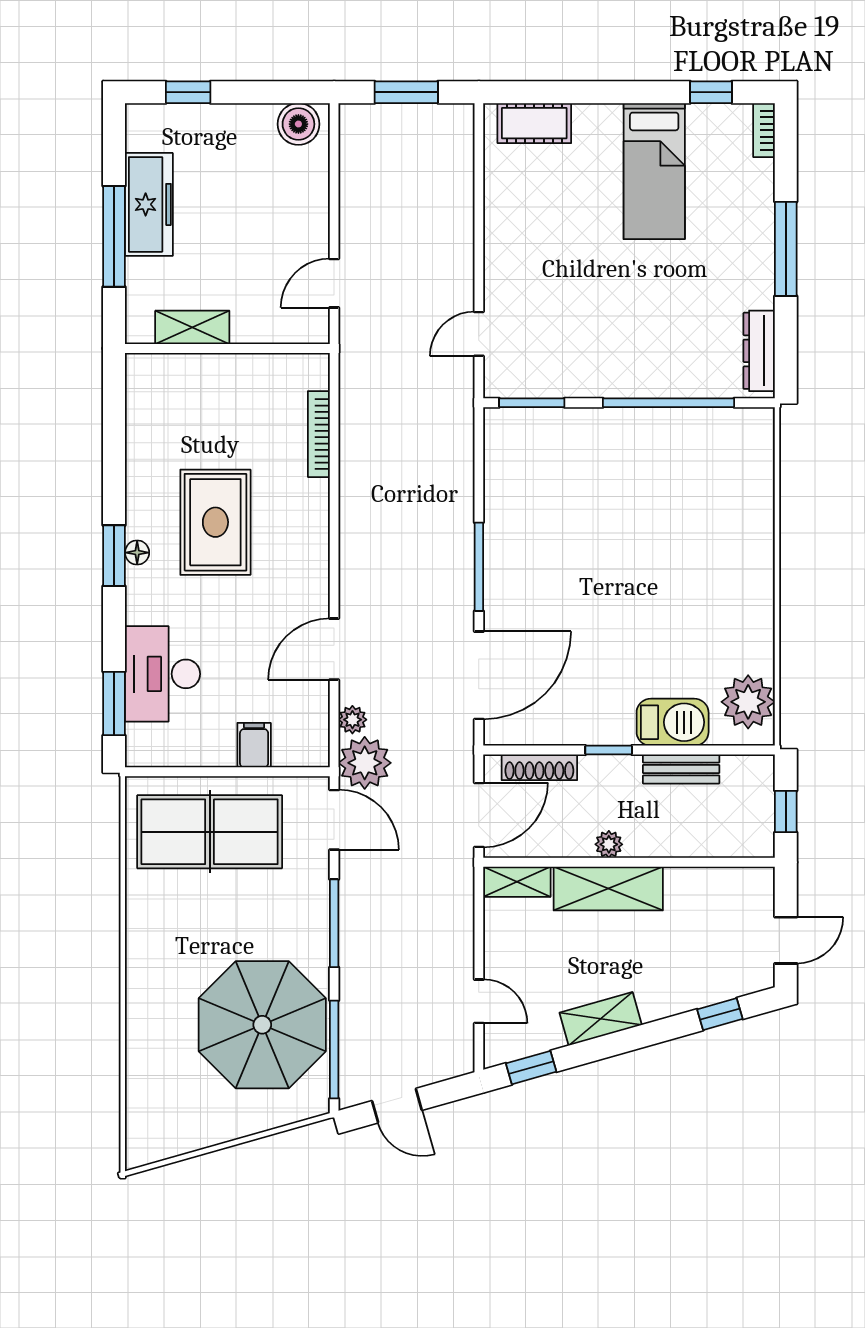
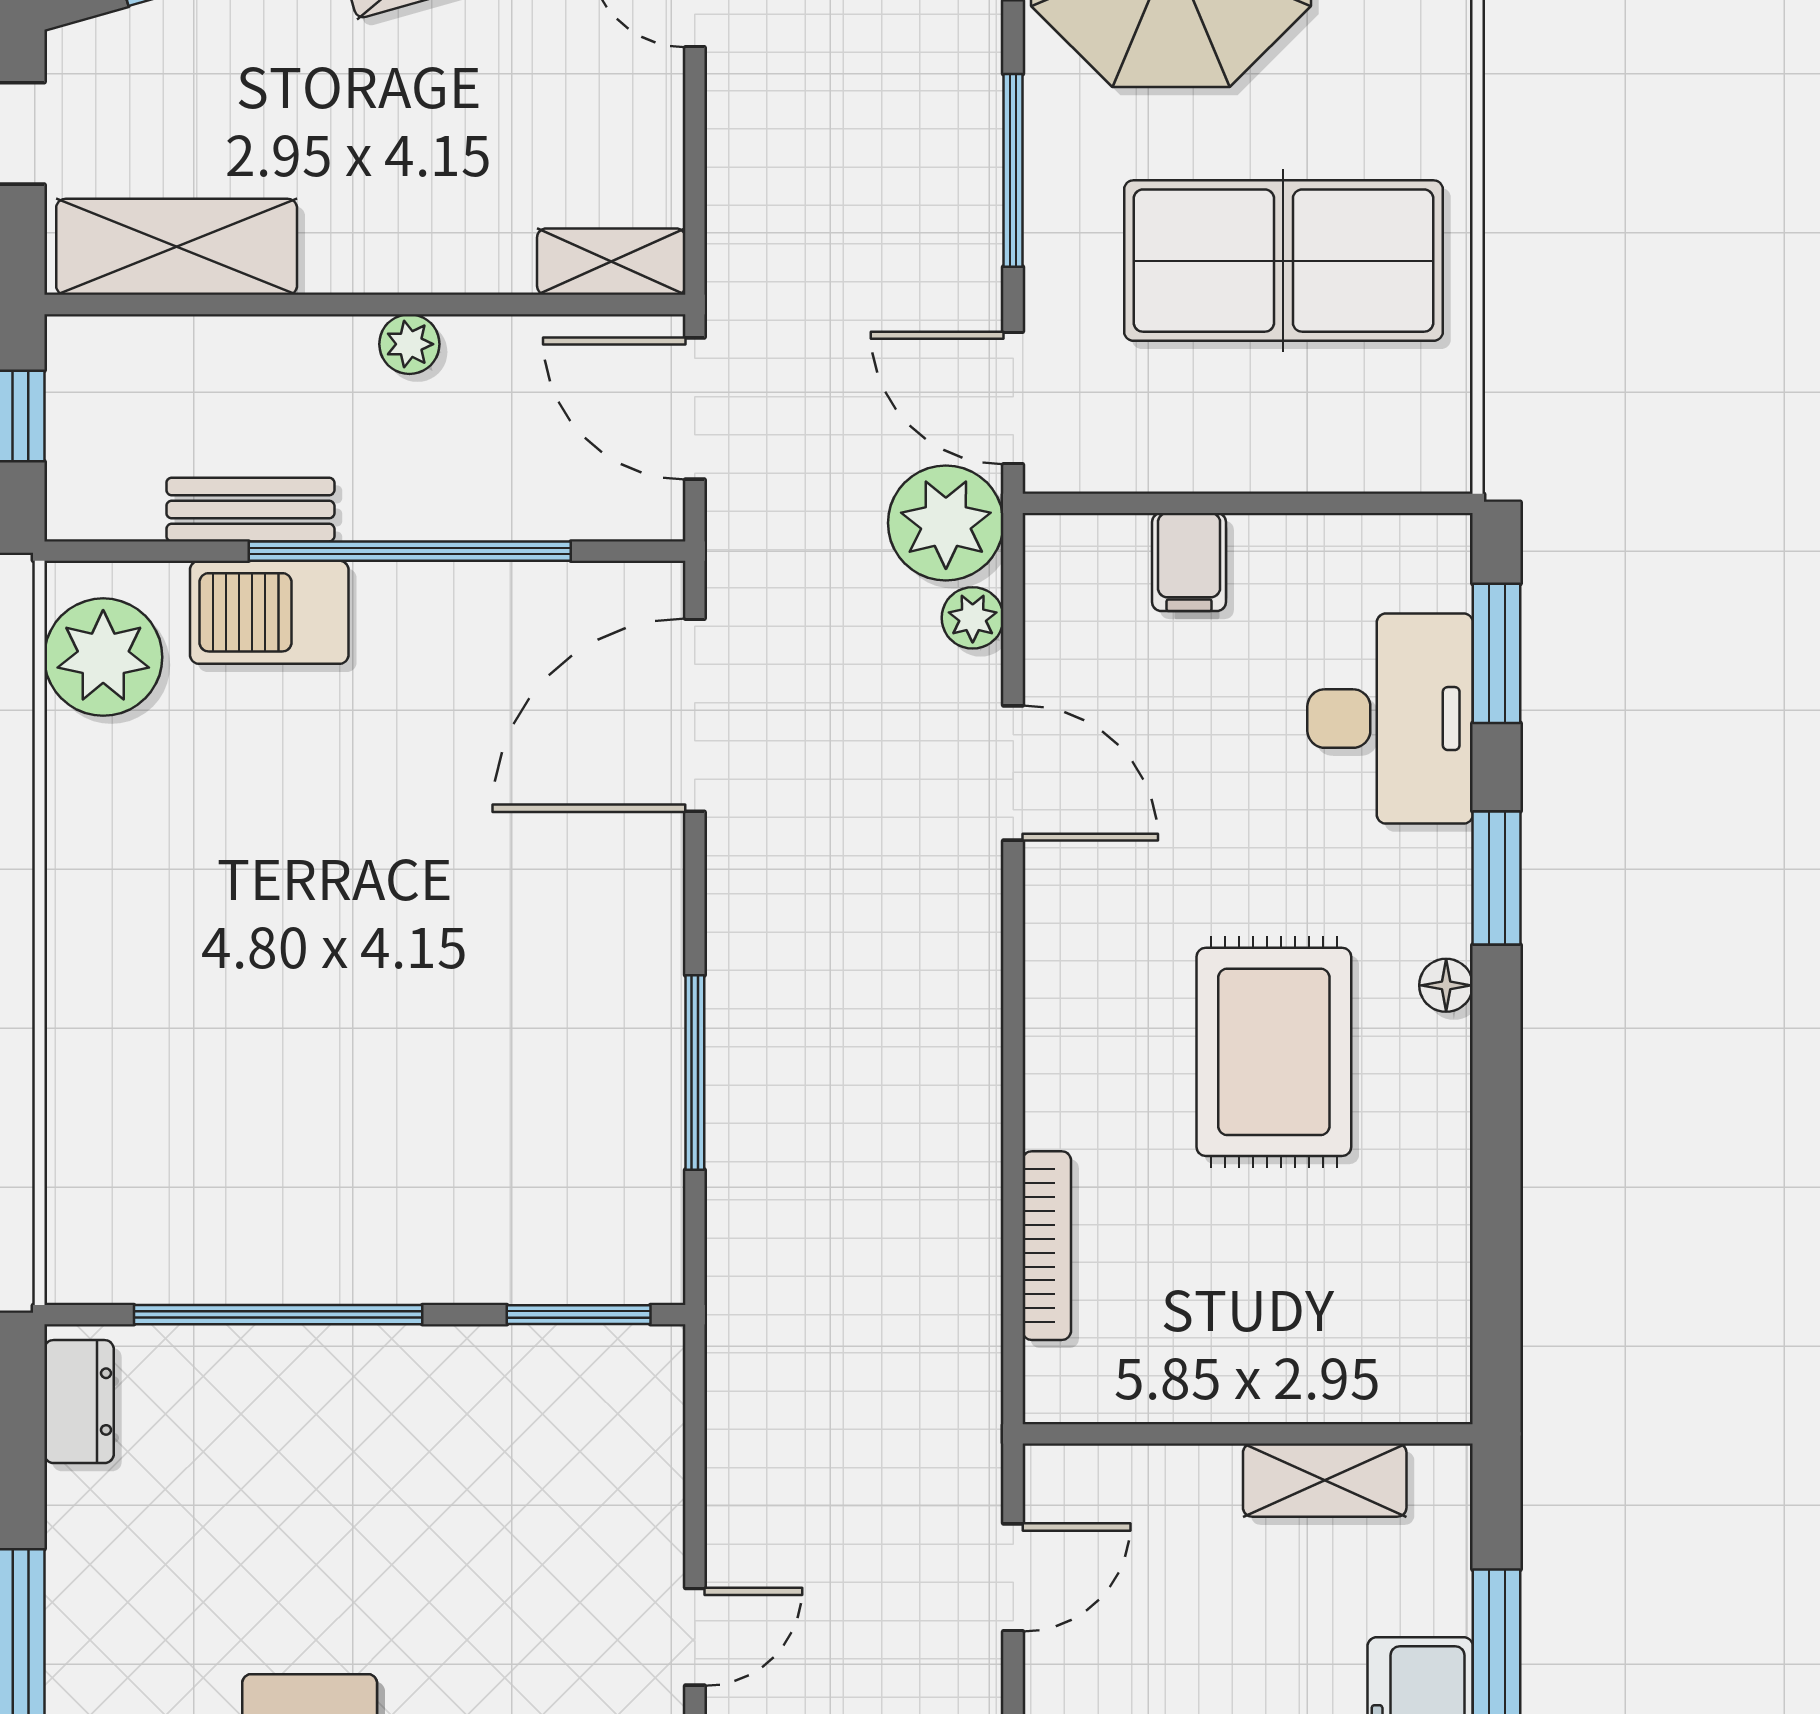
door: (479, 334) -> (695, 1637), moved
dresser: (759, 351) -> (79, 1402), width x0.70
window: (114, 556) -> (1497, 878), moved
window: (479, 567) -> (695, 1072), moved
door: (334, 649) -> (1013, 773), hinge flipped
window: (609, 750) -> (410, 551), width x3.17
shoe rack: (539, 767) -> (562, 513), removed
door: (479, 815) -> (695, 409), hinge flipped
table tennis table: (210, 832) -> (1283, 261), moved
shelving: (608, 889) -> (177, 247), moved

